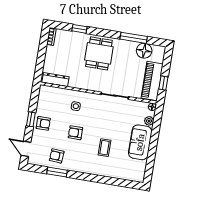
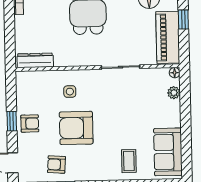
window: (163, 83) -> (183, 19), moved
armchair: (75, 133) -> (76, 128), width x1.88, depth x1.88
sofa: (140, 142) -> (168, 152), moved
coffee table: (105, 148) -> (129, 161), moved

